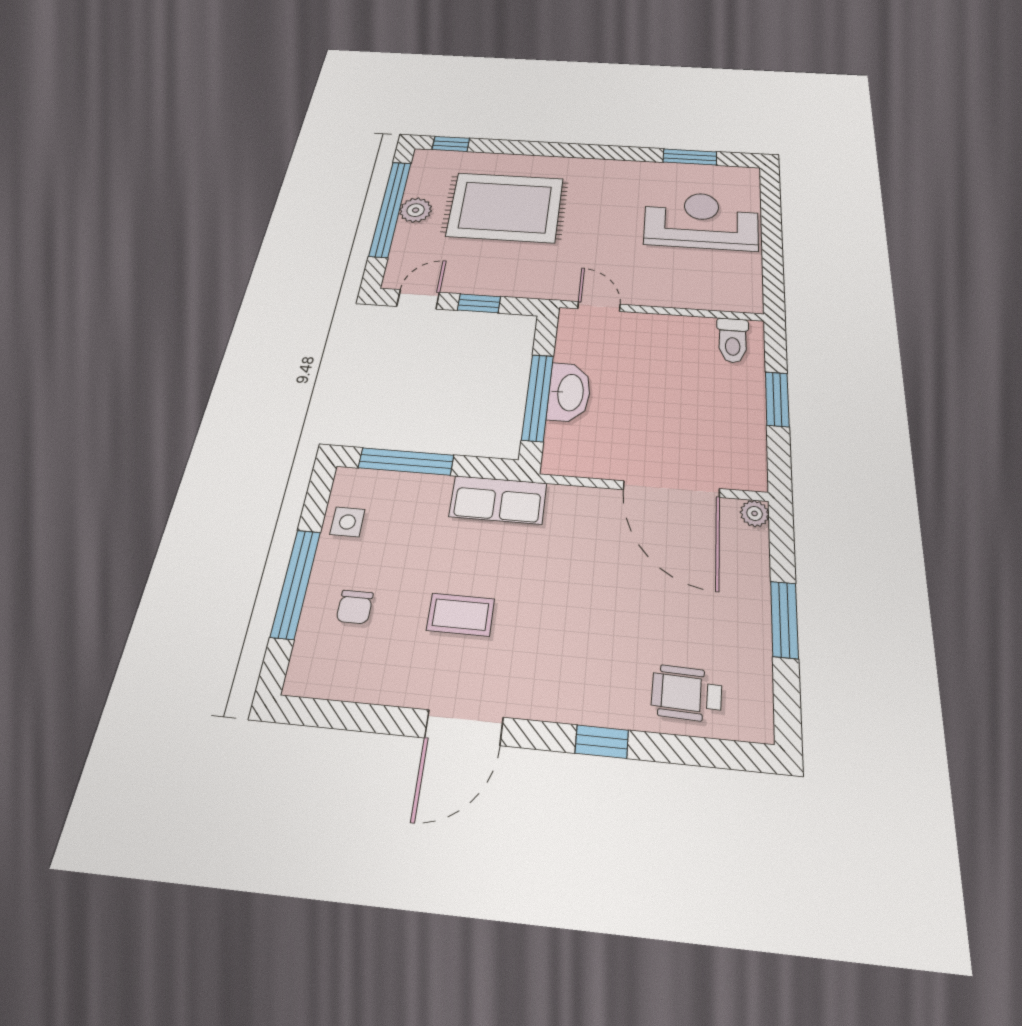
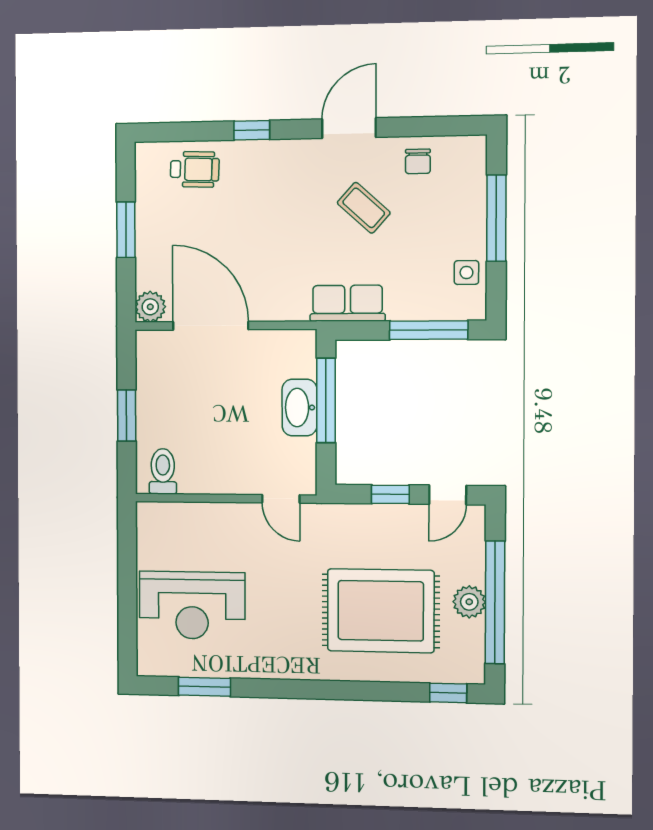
plant: (755, 513) -> (150, 307), width x1.38, depth x1.38
chair: (355, 607) -> (418, 161), moved, turned 180
coffee table: (461, 615) -> (364, 208), turned 42

